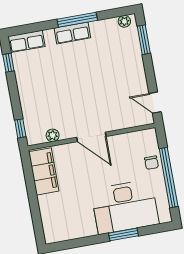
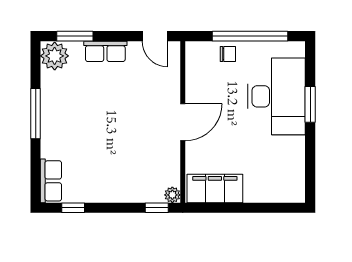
plant: (124, 21) -> (55, 56), width x1.88, depth x1.88
row of seats: (72, 33) -> (105, 51), moved, turned 90
door: (155, 103) -> (155, 36), hinge flipped
plant: (53, 135) -> (172, 195), moved

